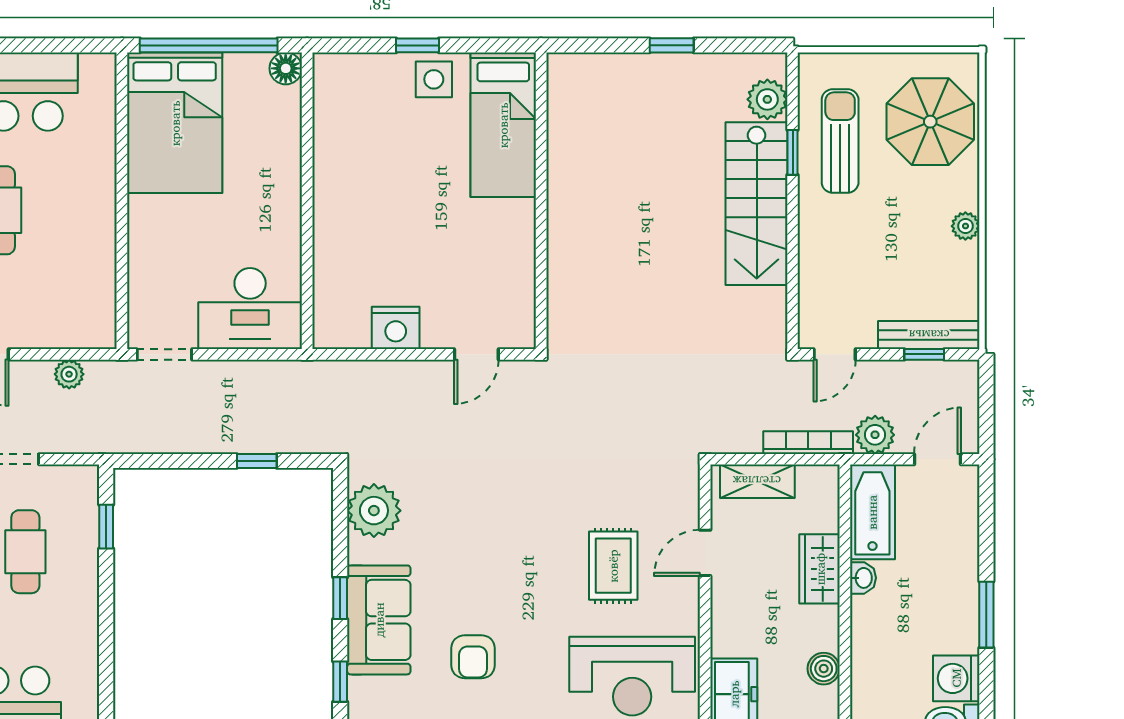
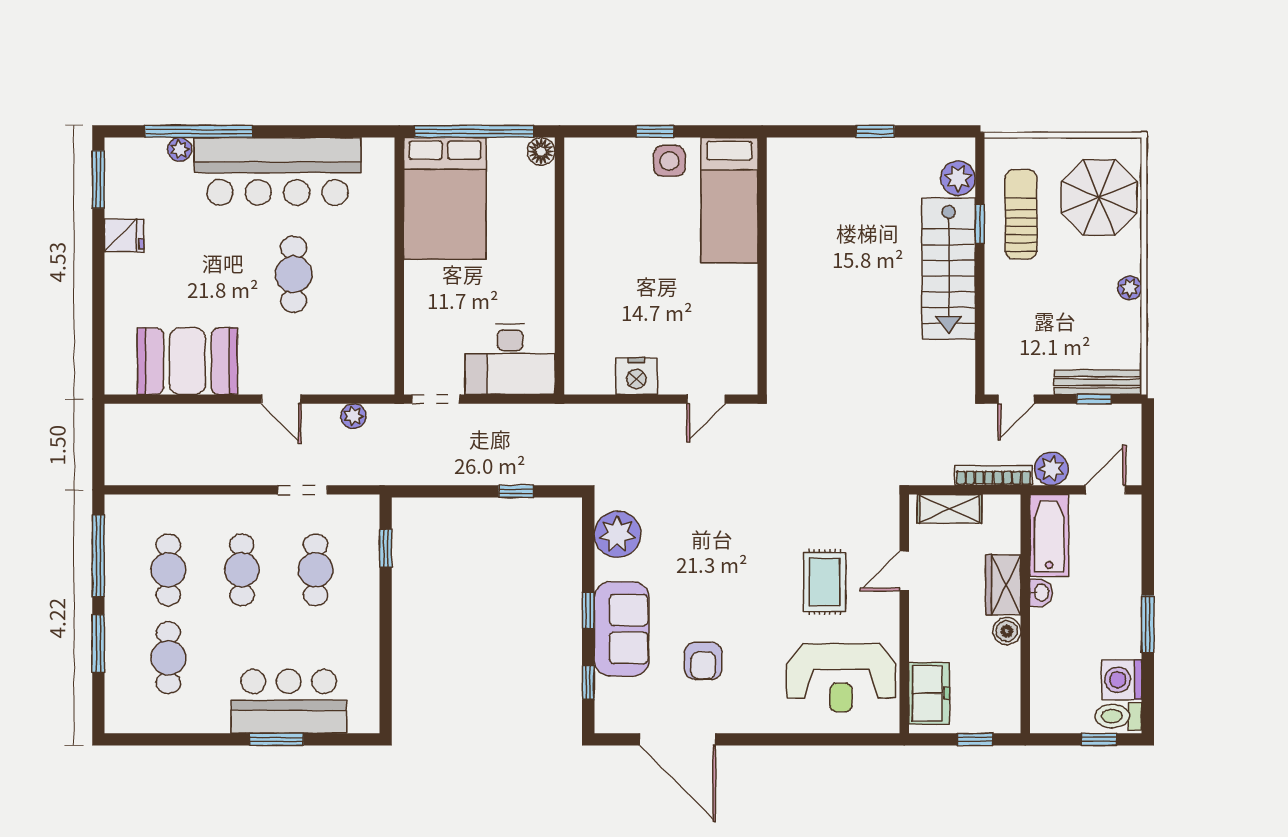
boiler: (824, 669) -> (1007, 631), moved

